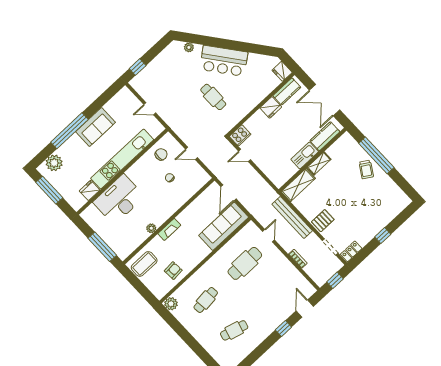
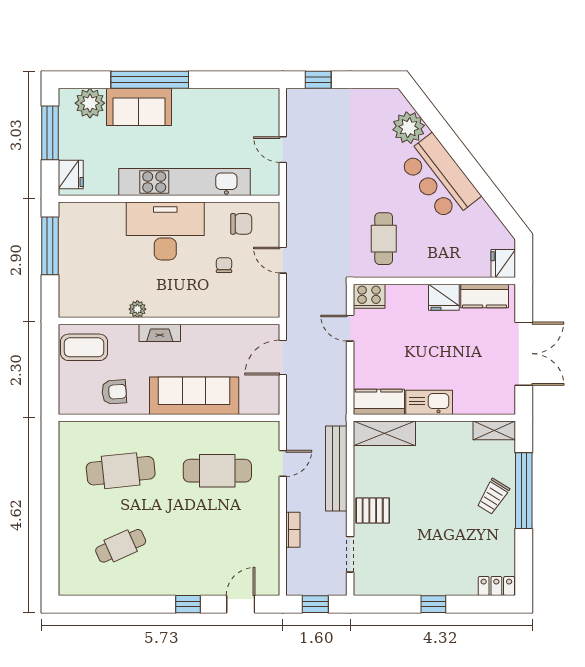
plant: (189, 47) -> (409, 128), width x1.88, depth x1.88
cafe table: (213, 97) -> (384, 239), moved
double door: (325, 100) -> (524, 354), swing flipped
sofa: (96, 127) -> (139, 107), moved
kitchen counter: (325, 136) -> (379, 402), moved
shelving: (319, 163) -> (494, 430), moved
fridge: (90, 190) -> (71, 175), moved, turned 90
desk: (119, 199) -> (165, 231), moved
sofa: (224, 226) -> (194, 396), moved
window: (102, 247) -> (50, 246), moved
locker: (351, 251) -> (496, 586), moved
cafe table: (206, 300) -> (121, 471), width x1.37, depth x1.35
plant: (171, 304) -> (70, 433), removed
cafe table: (234, 330) -> (121, 546), turned -39

